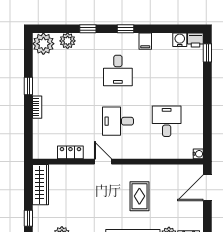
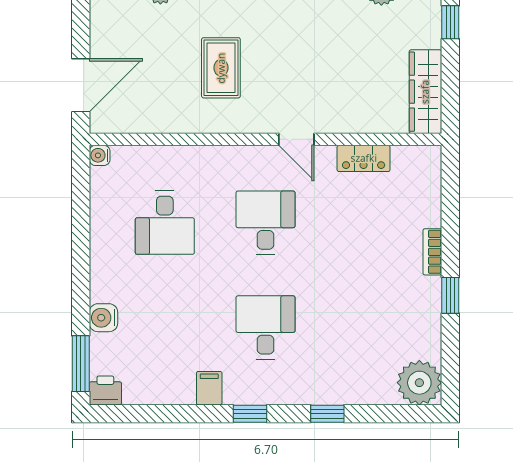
water cooler: (180, 40) -> (103, 318), moved, turned 90
plant: (68, 41) -> (370, 389), removed
window: (207, 53) -> (81, 364), width x1.50
desk: (118, 121) -> (266, 223), turned -90

